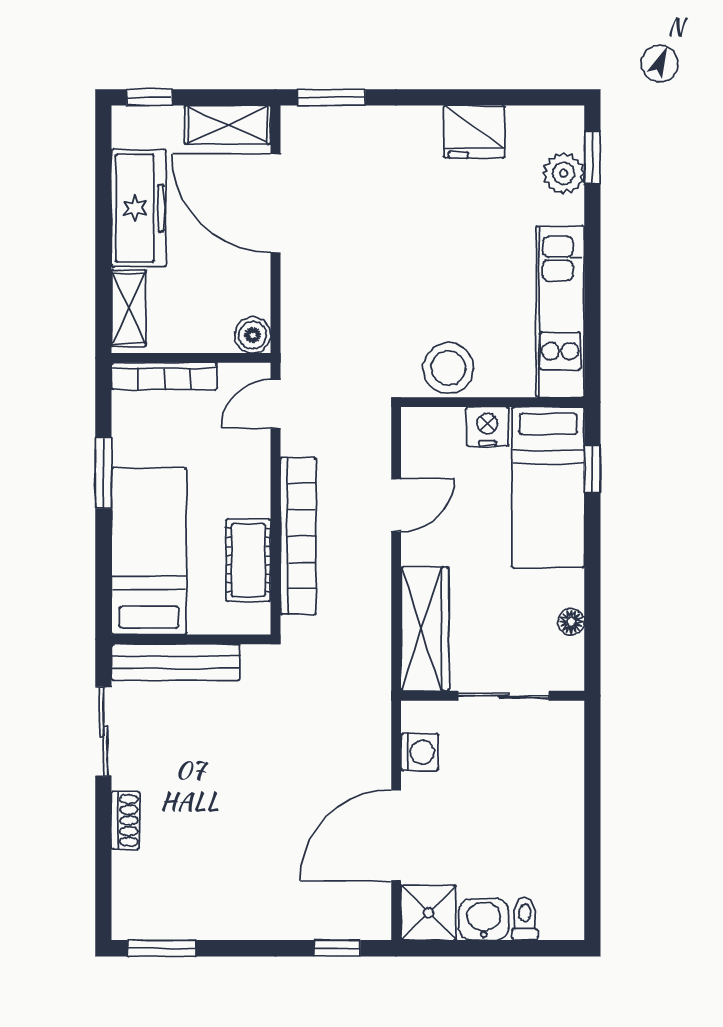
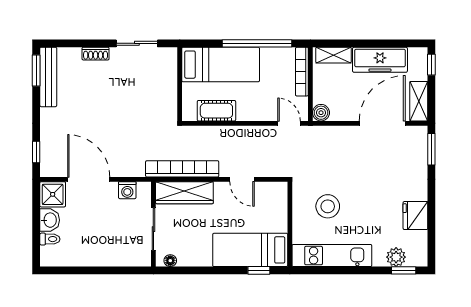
stool: (448, 368) -> (328, 206), moved
nightstand: (487, 427) -> (278, 222), removed
window: (103, 473) -> (257, 43), width x2.11
bookcase: (298, 536) -> (182, 169), moved, turned 180
floor lamp: (571, 622) -> (170, 261), moved
bench: (176, 662) -> (48, 77), moved

